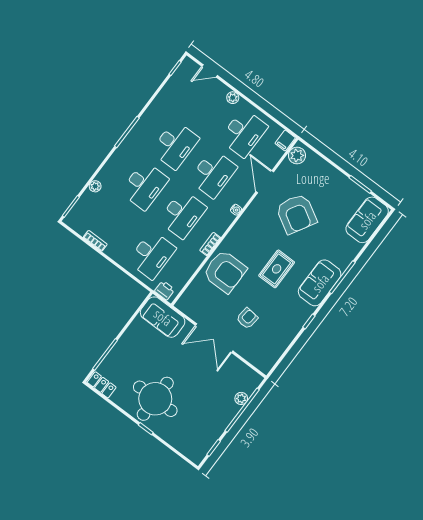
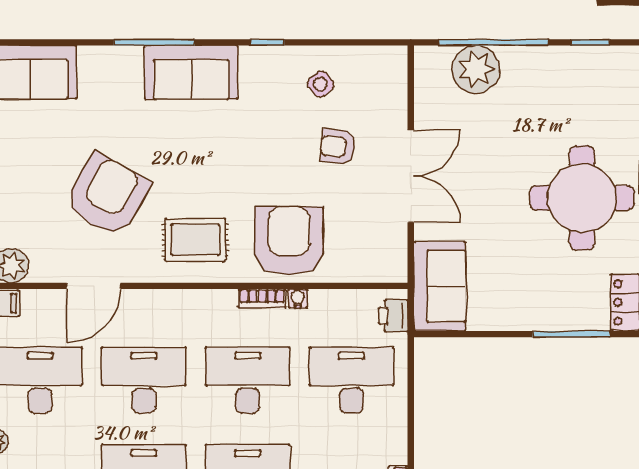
water cooler: (236, 210) -> (298, 298), moved
rug: (277, 269) -> (195, 240), moved
side table: (277, 330) -> (321, 84), added
plant: (241, 398) -> (476, 69), width x1.87, depth x1.87

